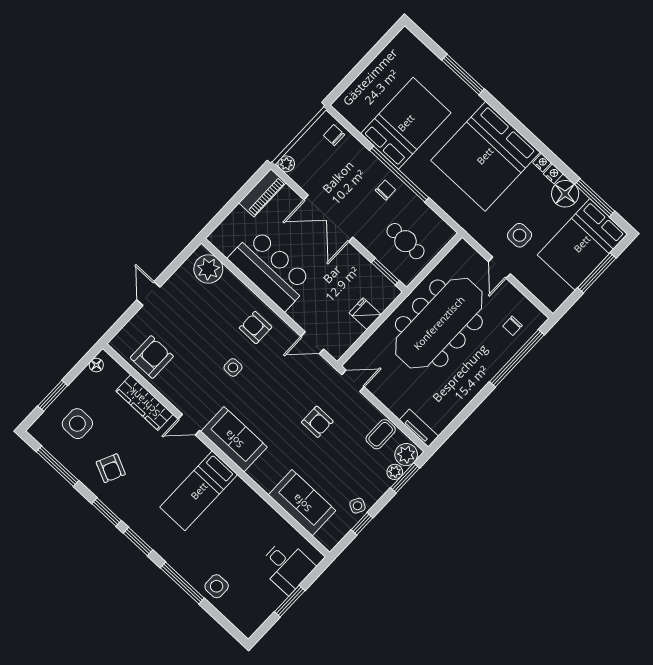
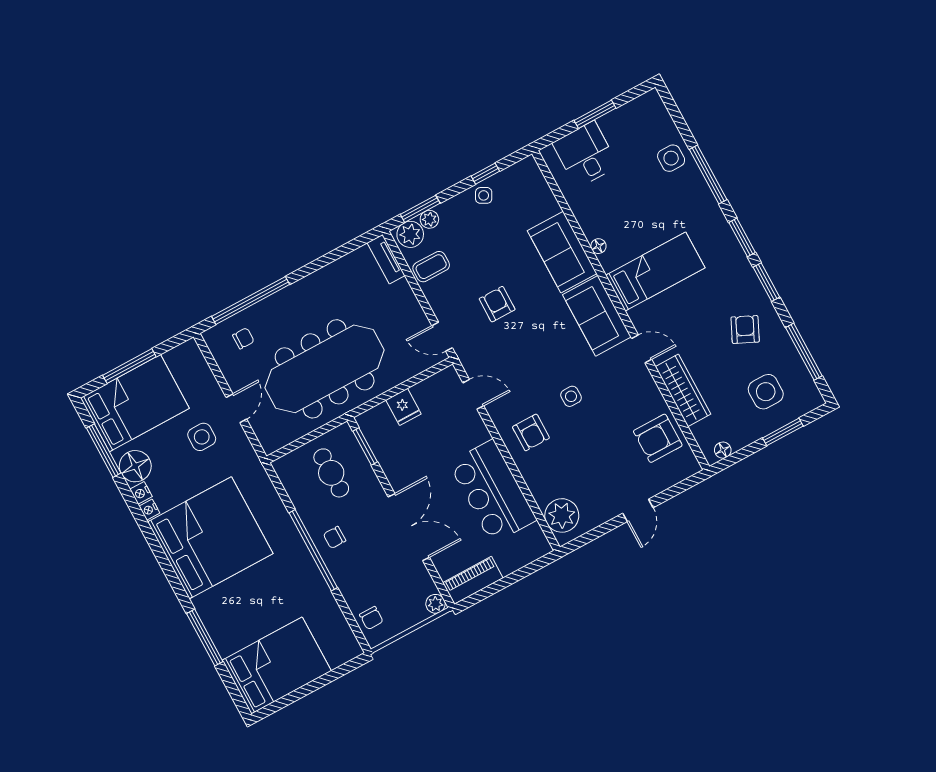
bed: (406, 123) -> (277, 666), moved, turned 180
floor lamp: (251, 496) -> (598, 246), added
sofa: (302, 503) -> (562, 252), moved

